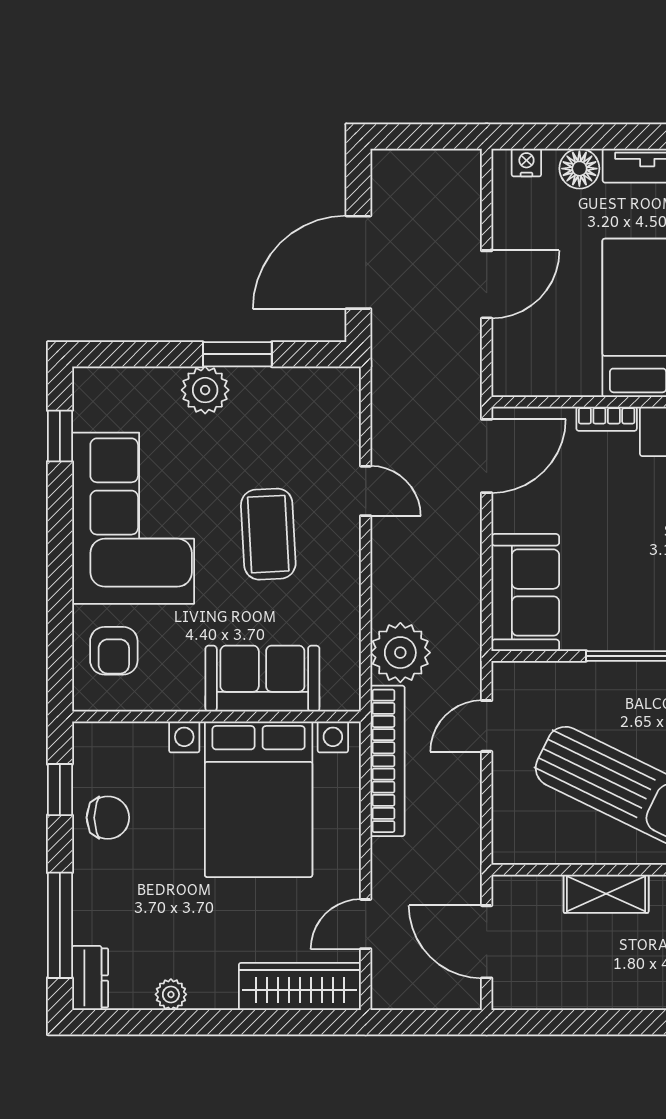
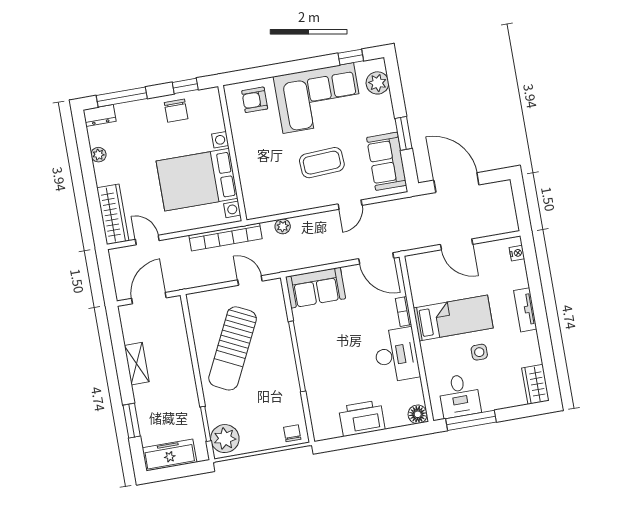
floor lamp: (579, 169) -> (518, 278), removed
plant: (205, 390) -> (377, 83), moved
plant: (400, 653) -> (283, 226), width x0.53, depth x0.53
sofa: (262, 679) -> (387, 161), moved, turned 180
shelving: (606, 894) -> (137, 364), moved

